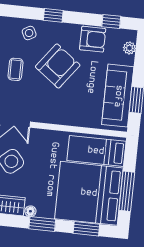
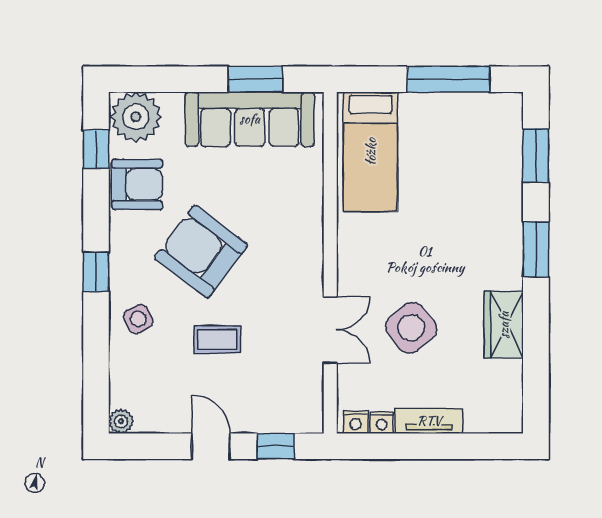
armchair: (93, 39) -> (137, 184), turned 90
plant: (129, 48) -> (136, 117), width x1.88, depth x1.88
bed: (89, 193) -> (461, 158), removed
floor lamp: (30, 211) -> (512, 277), removed

